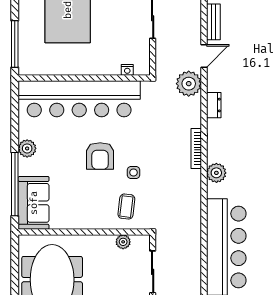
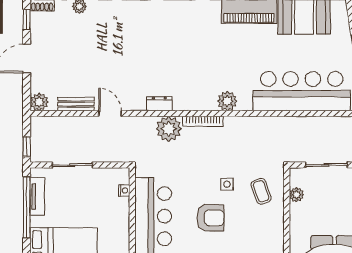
plant: (189, 84) -> (169, 129), moved
coffee table: (126, 207) -> (261, 191), turned 64

